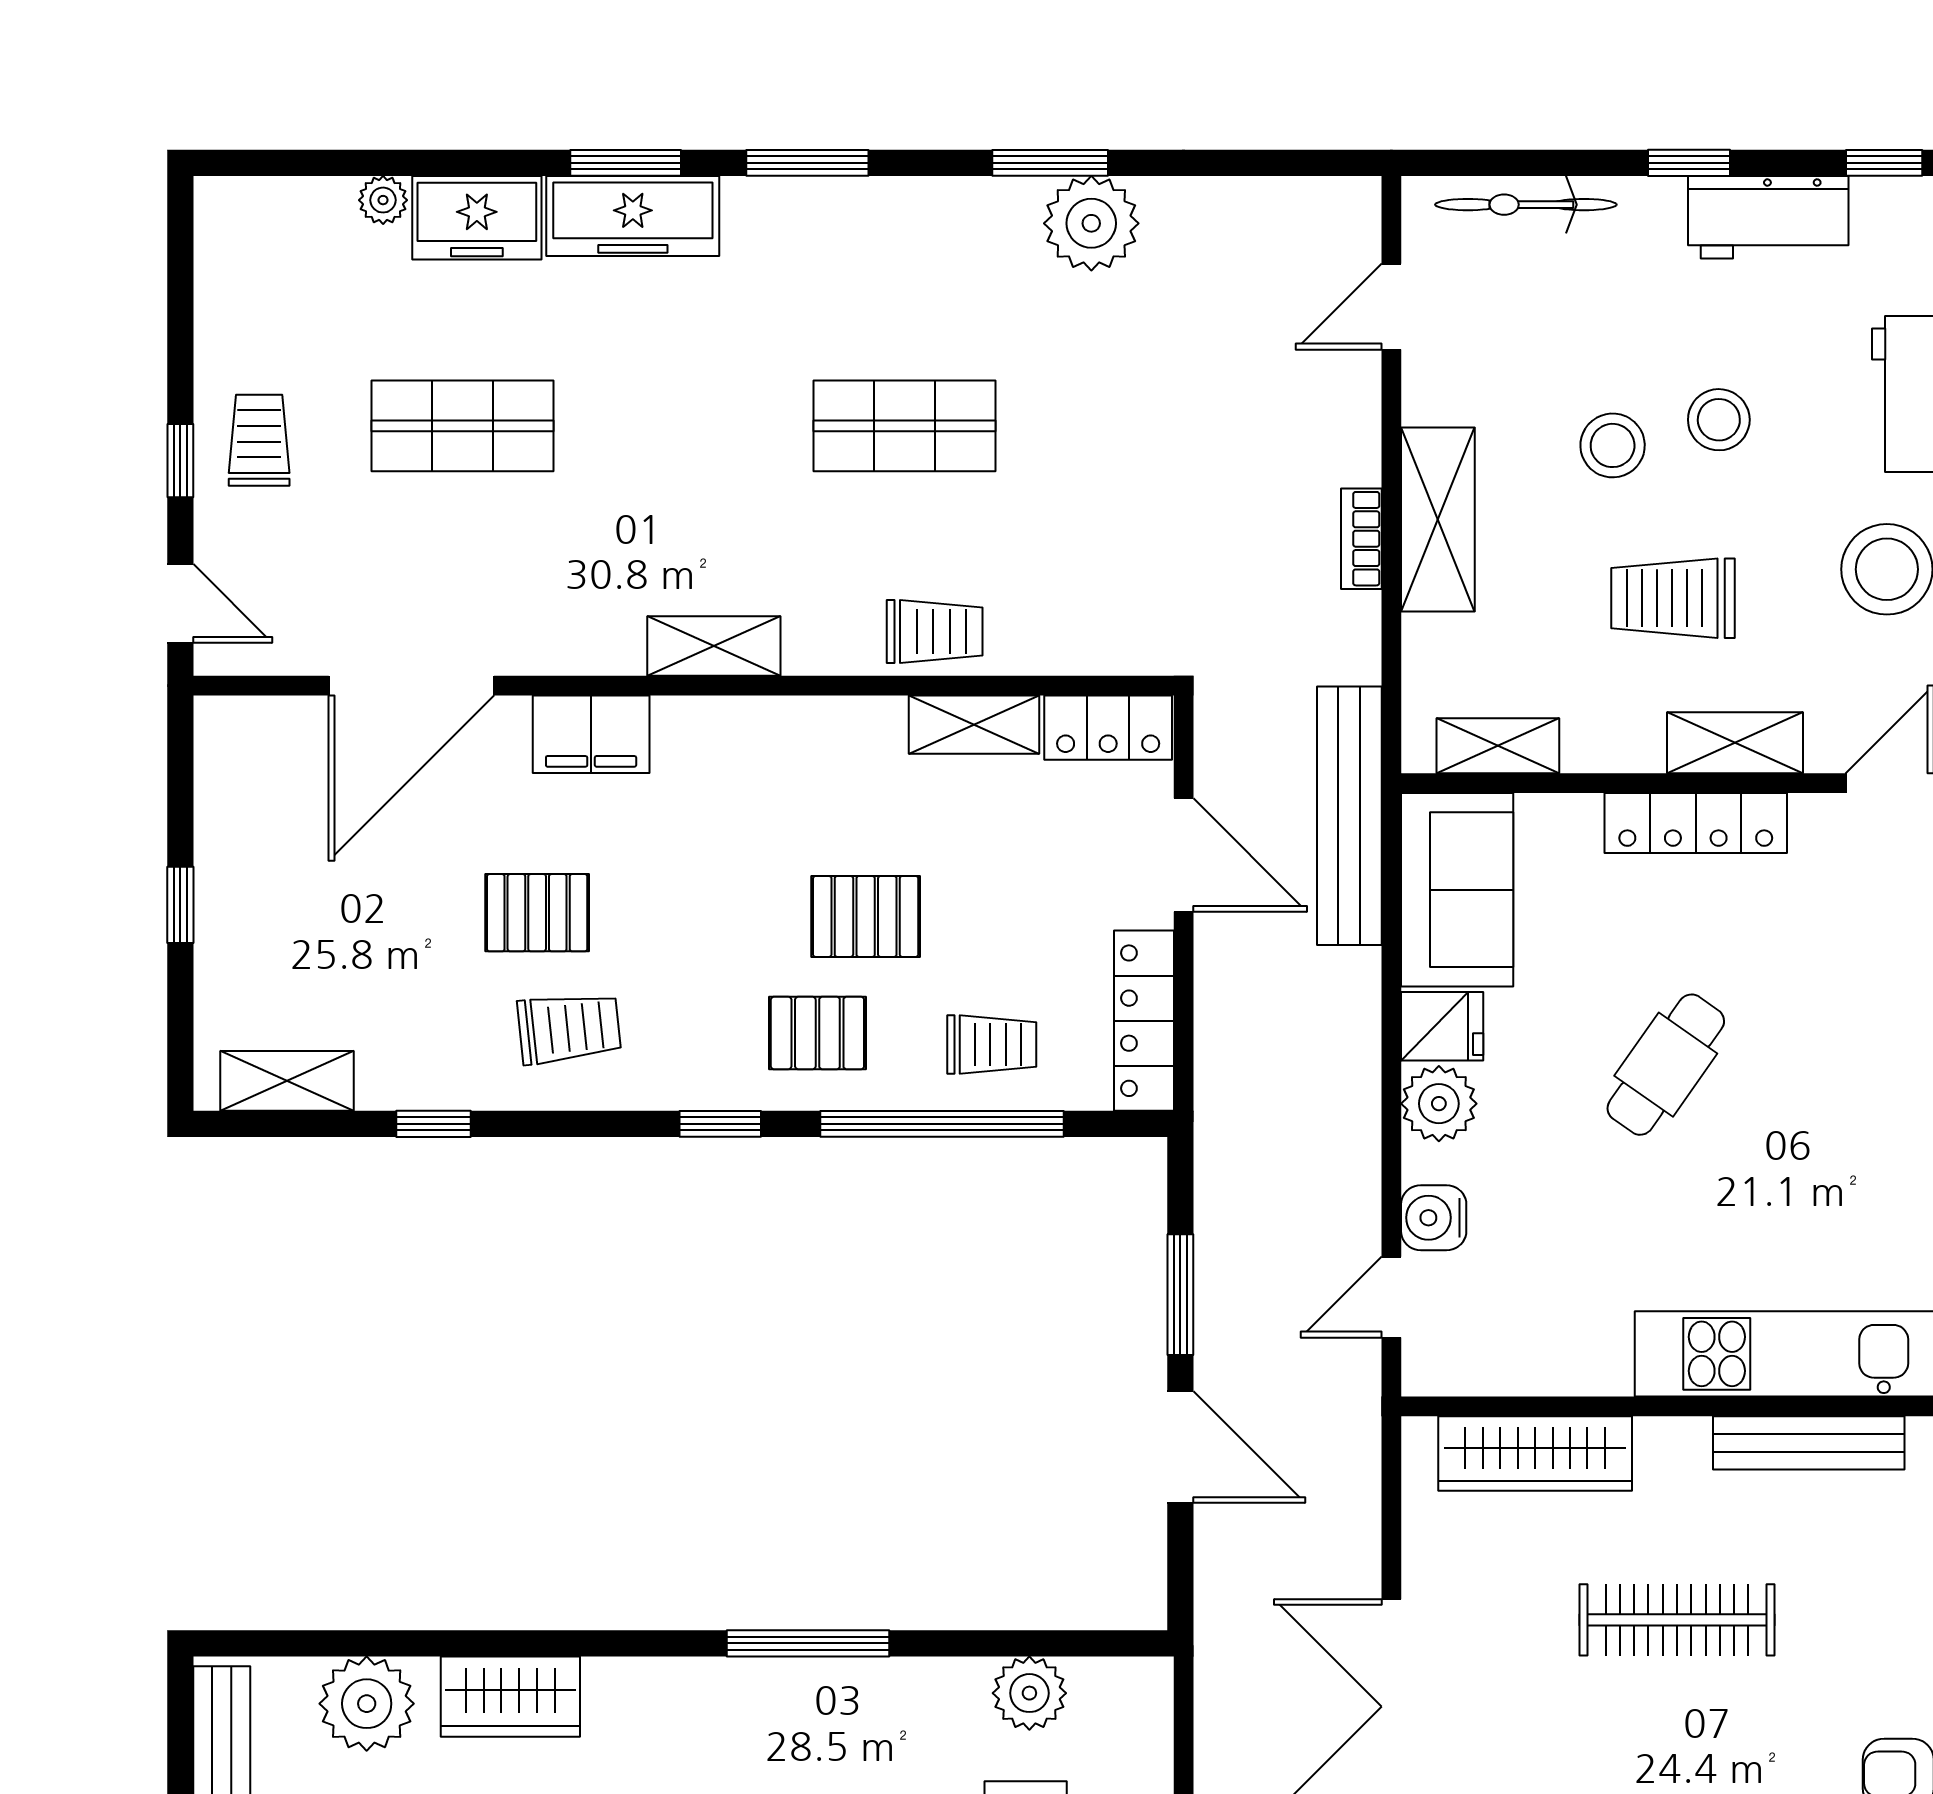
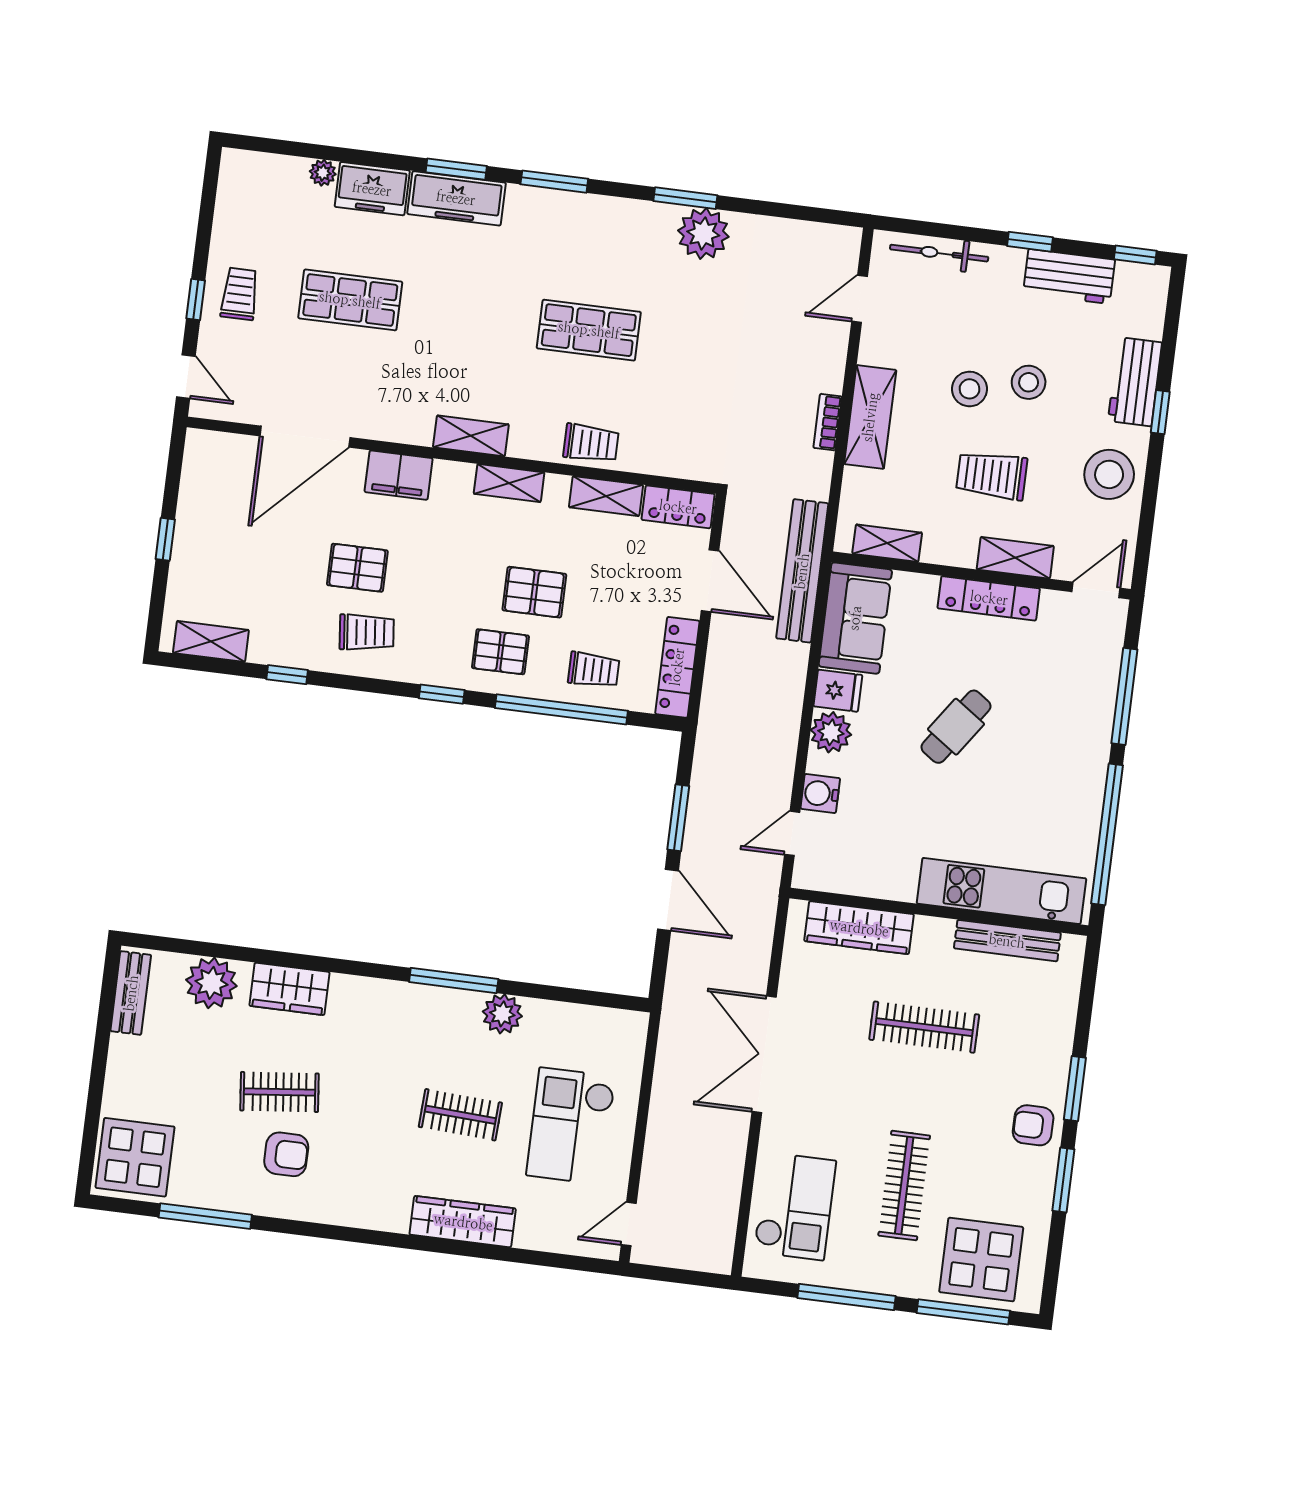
shelving: (794, 723) -> (509, 483), added
plant: (1029, 1693) -> (502, 1014), moved

